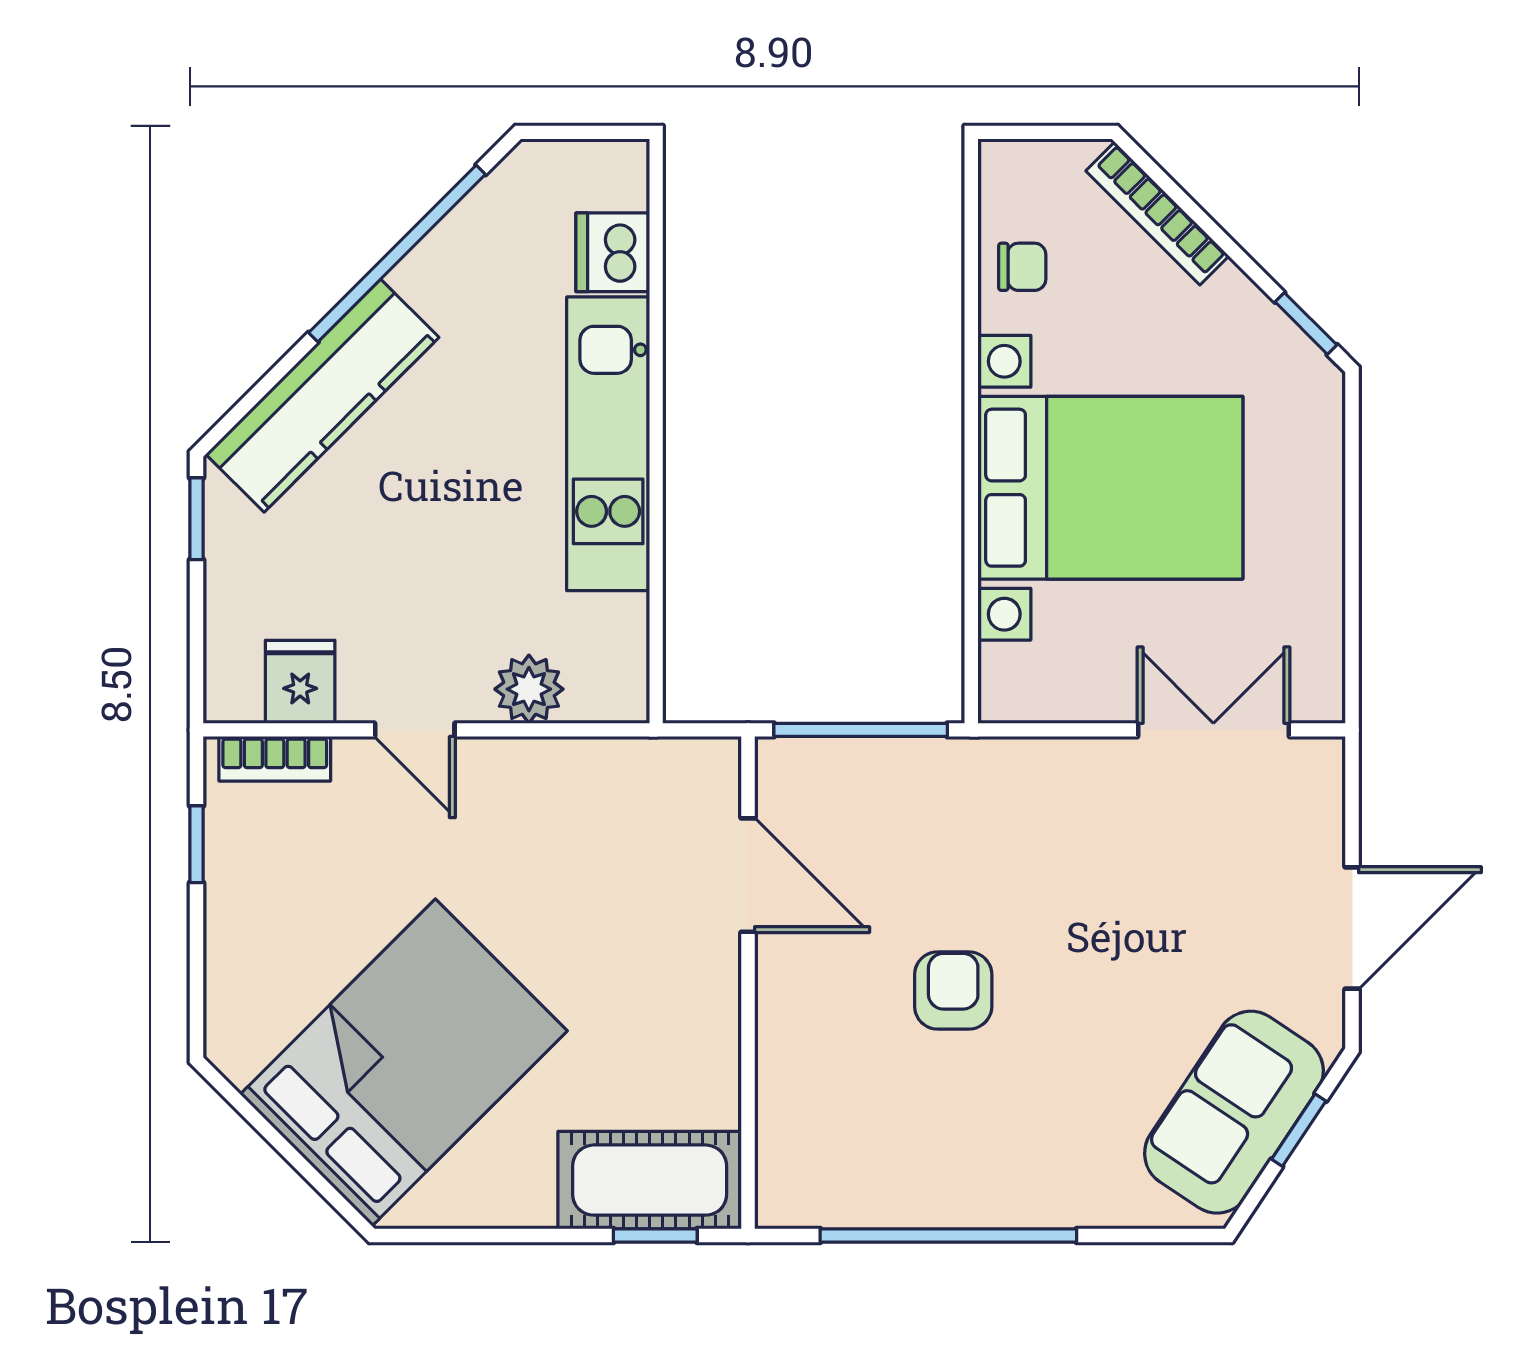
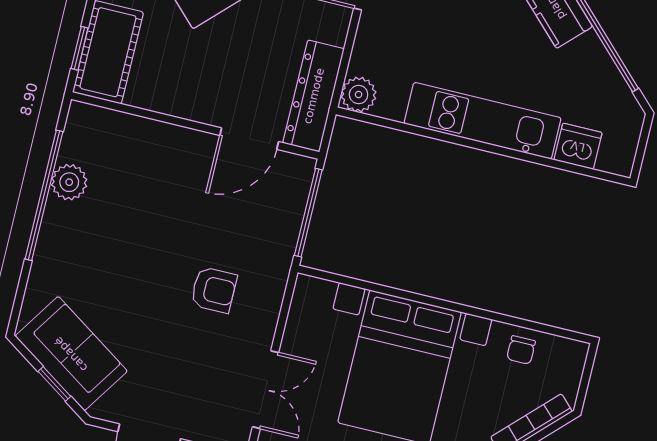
plant: (529, 689) -> (359, 95), moved
dresser: (638, 773) -> (314, 96), added
armchair: (953, 990) -> (214, 290), moved
plant: (912, 1194) -> (69, 182), added

